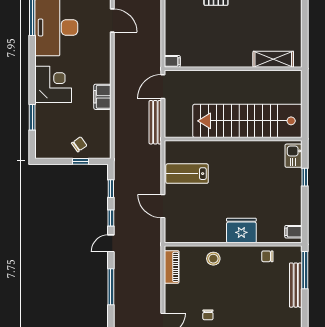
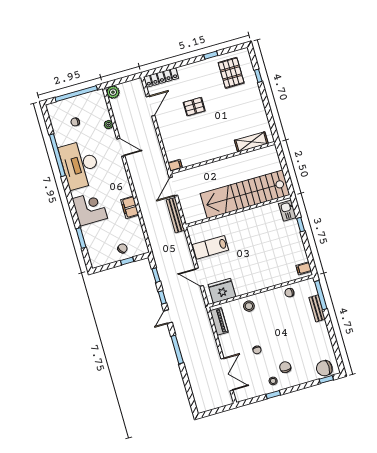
fridge: (241, 230) -> (222, 291), moved
bench: (296, 285) -> (317, 308), width x0.73

